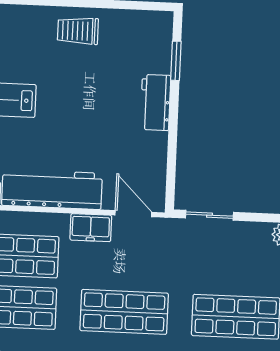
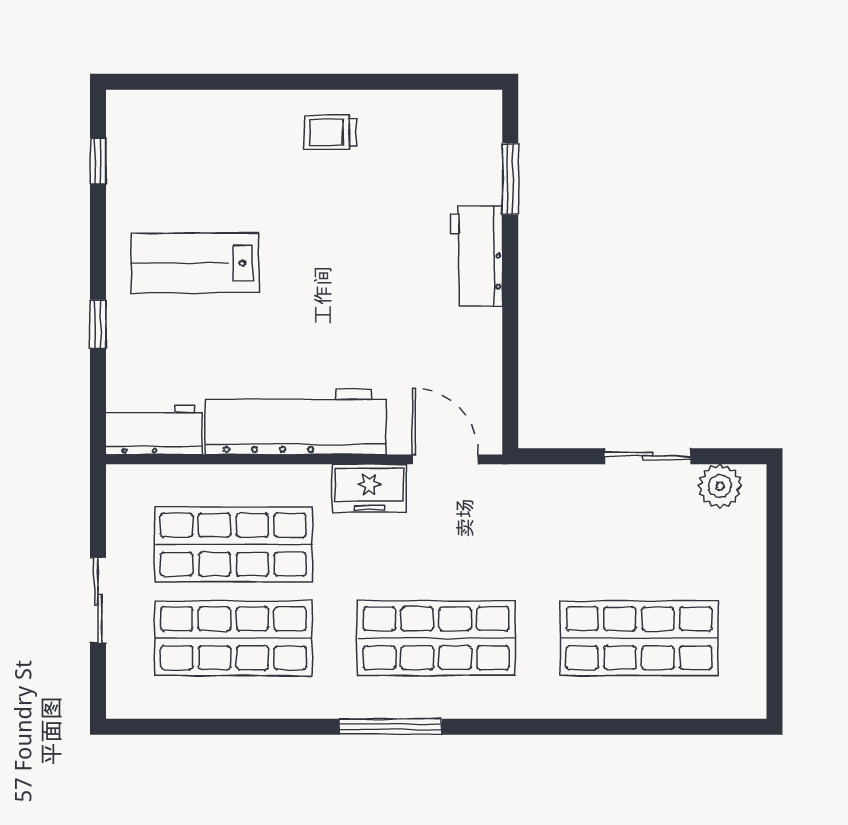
trolley: (78, 31) -> (330, 132), width x0.73, depth x0.72
sliding door: (209, 215) -> (647, 456), moved

